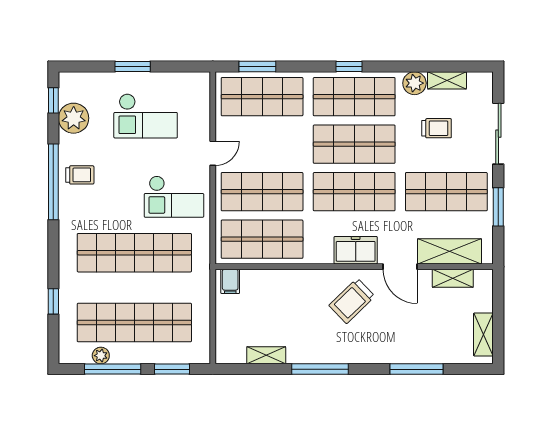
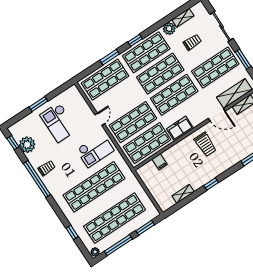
window: (257, 67) -> (110, 57), moved
checkout: (146, 116) -> (59, 122), turned 90
freezer: (356, 250) -> (180, 128), moved
filing cabinet: (230, 281) -> (160, 162), moved
trolley: (352, 301) -> (205, 144), turned -46
plant: (101, 356) -> (95, 252), moved
window: (320, 369) -> (211, 184), width x0.46

